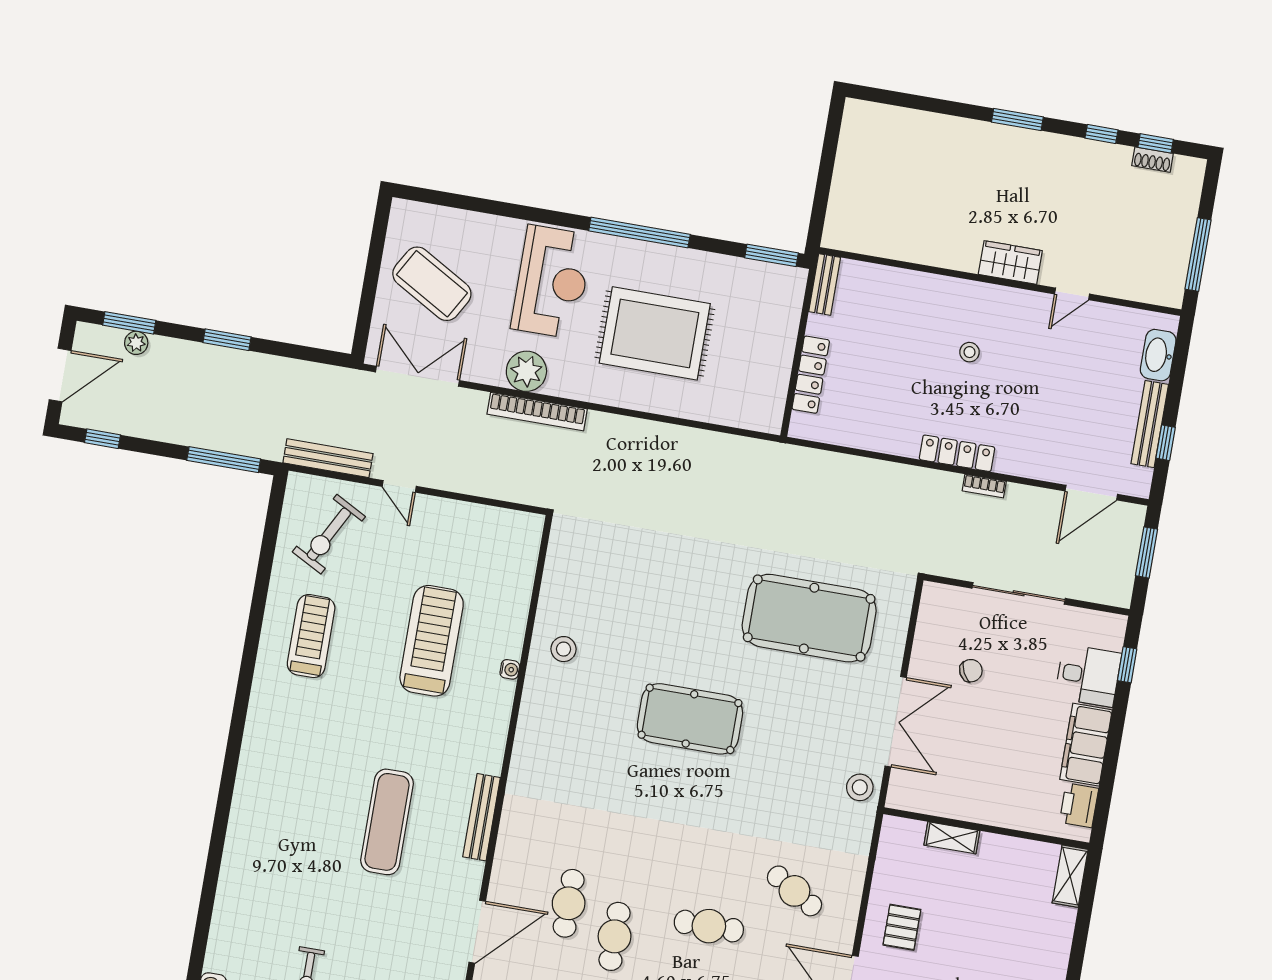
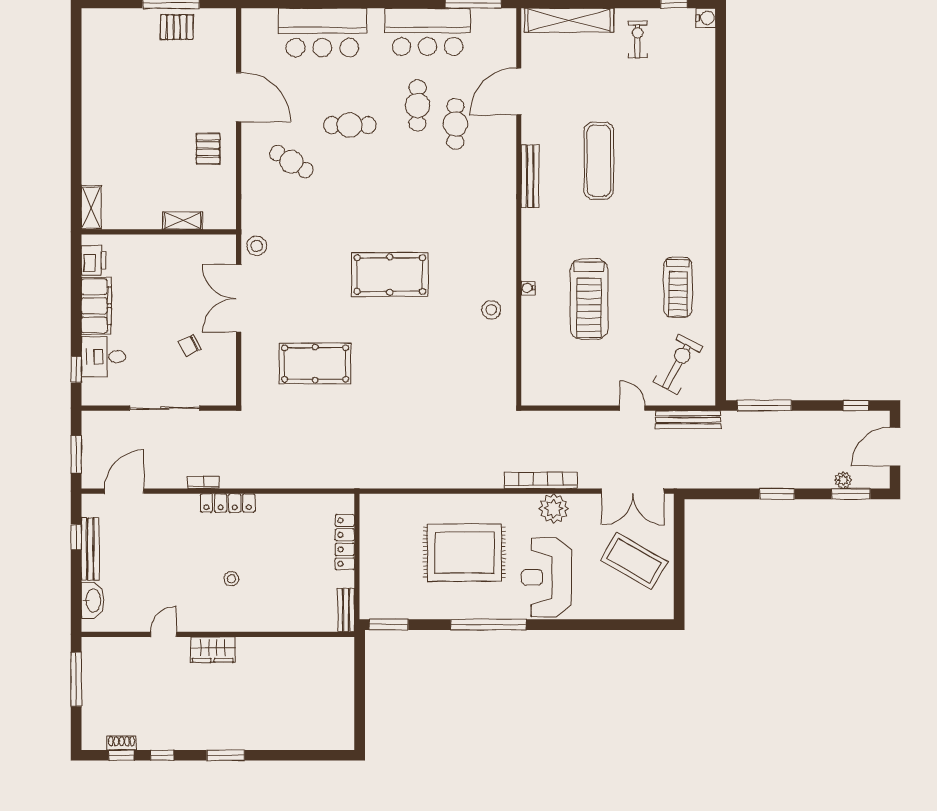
pool table: (809, 618) -> (315, 363), width x0.73, depth x0.76

